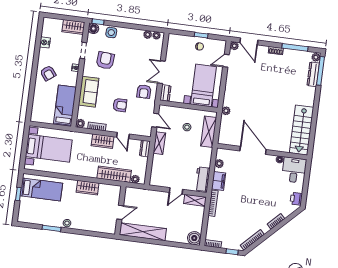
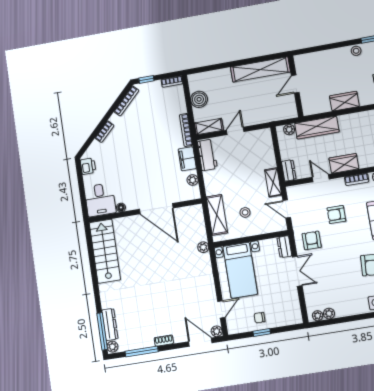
boiler: (194, 238) -> (199, 99), moved

